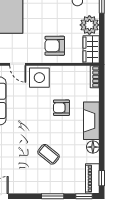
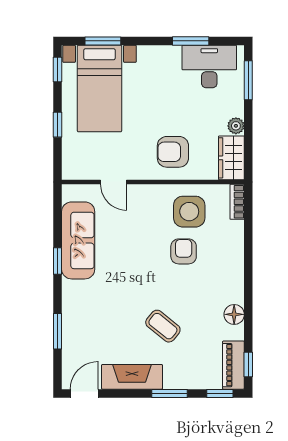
plant: (89, 25) -> (236, 126), width x0.53, depth x0.53
side table: (39, 78) -> (189, 212), moved
armchair: (61, 108) -> (184, 251), turned 90
fireplace: (91, 121) -> (132, 377), moved, turned 90

